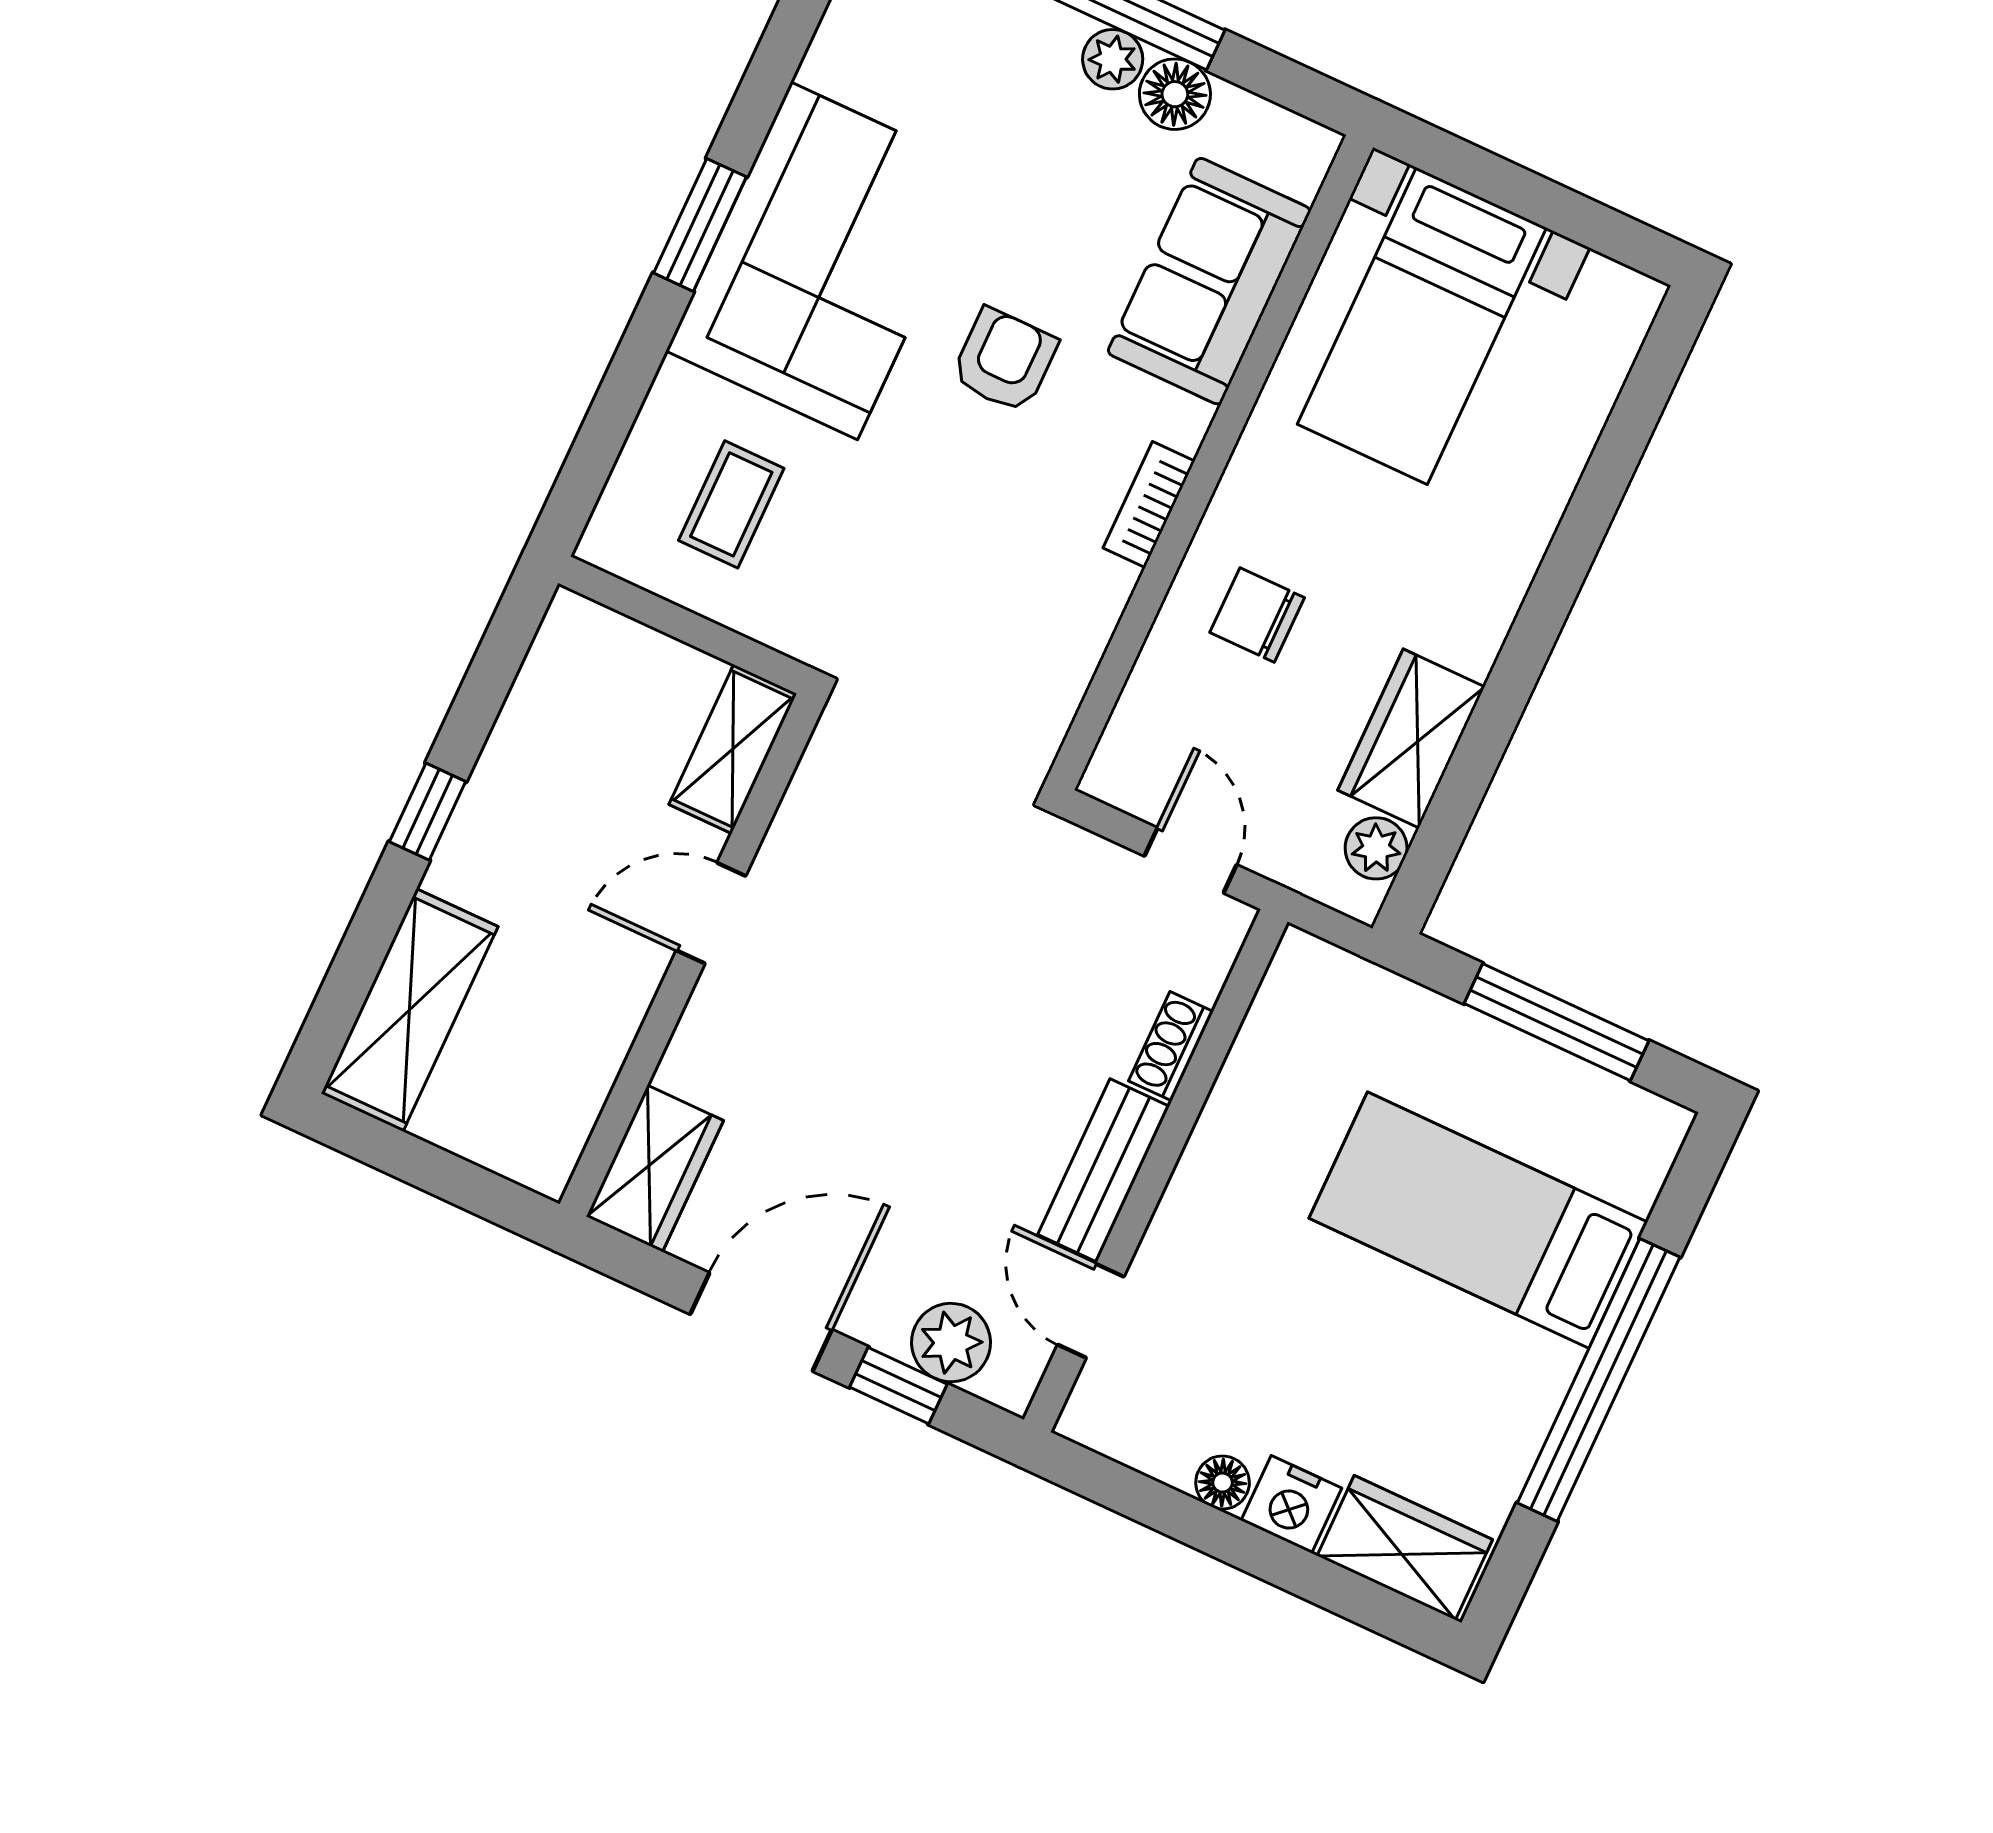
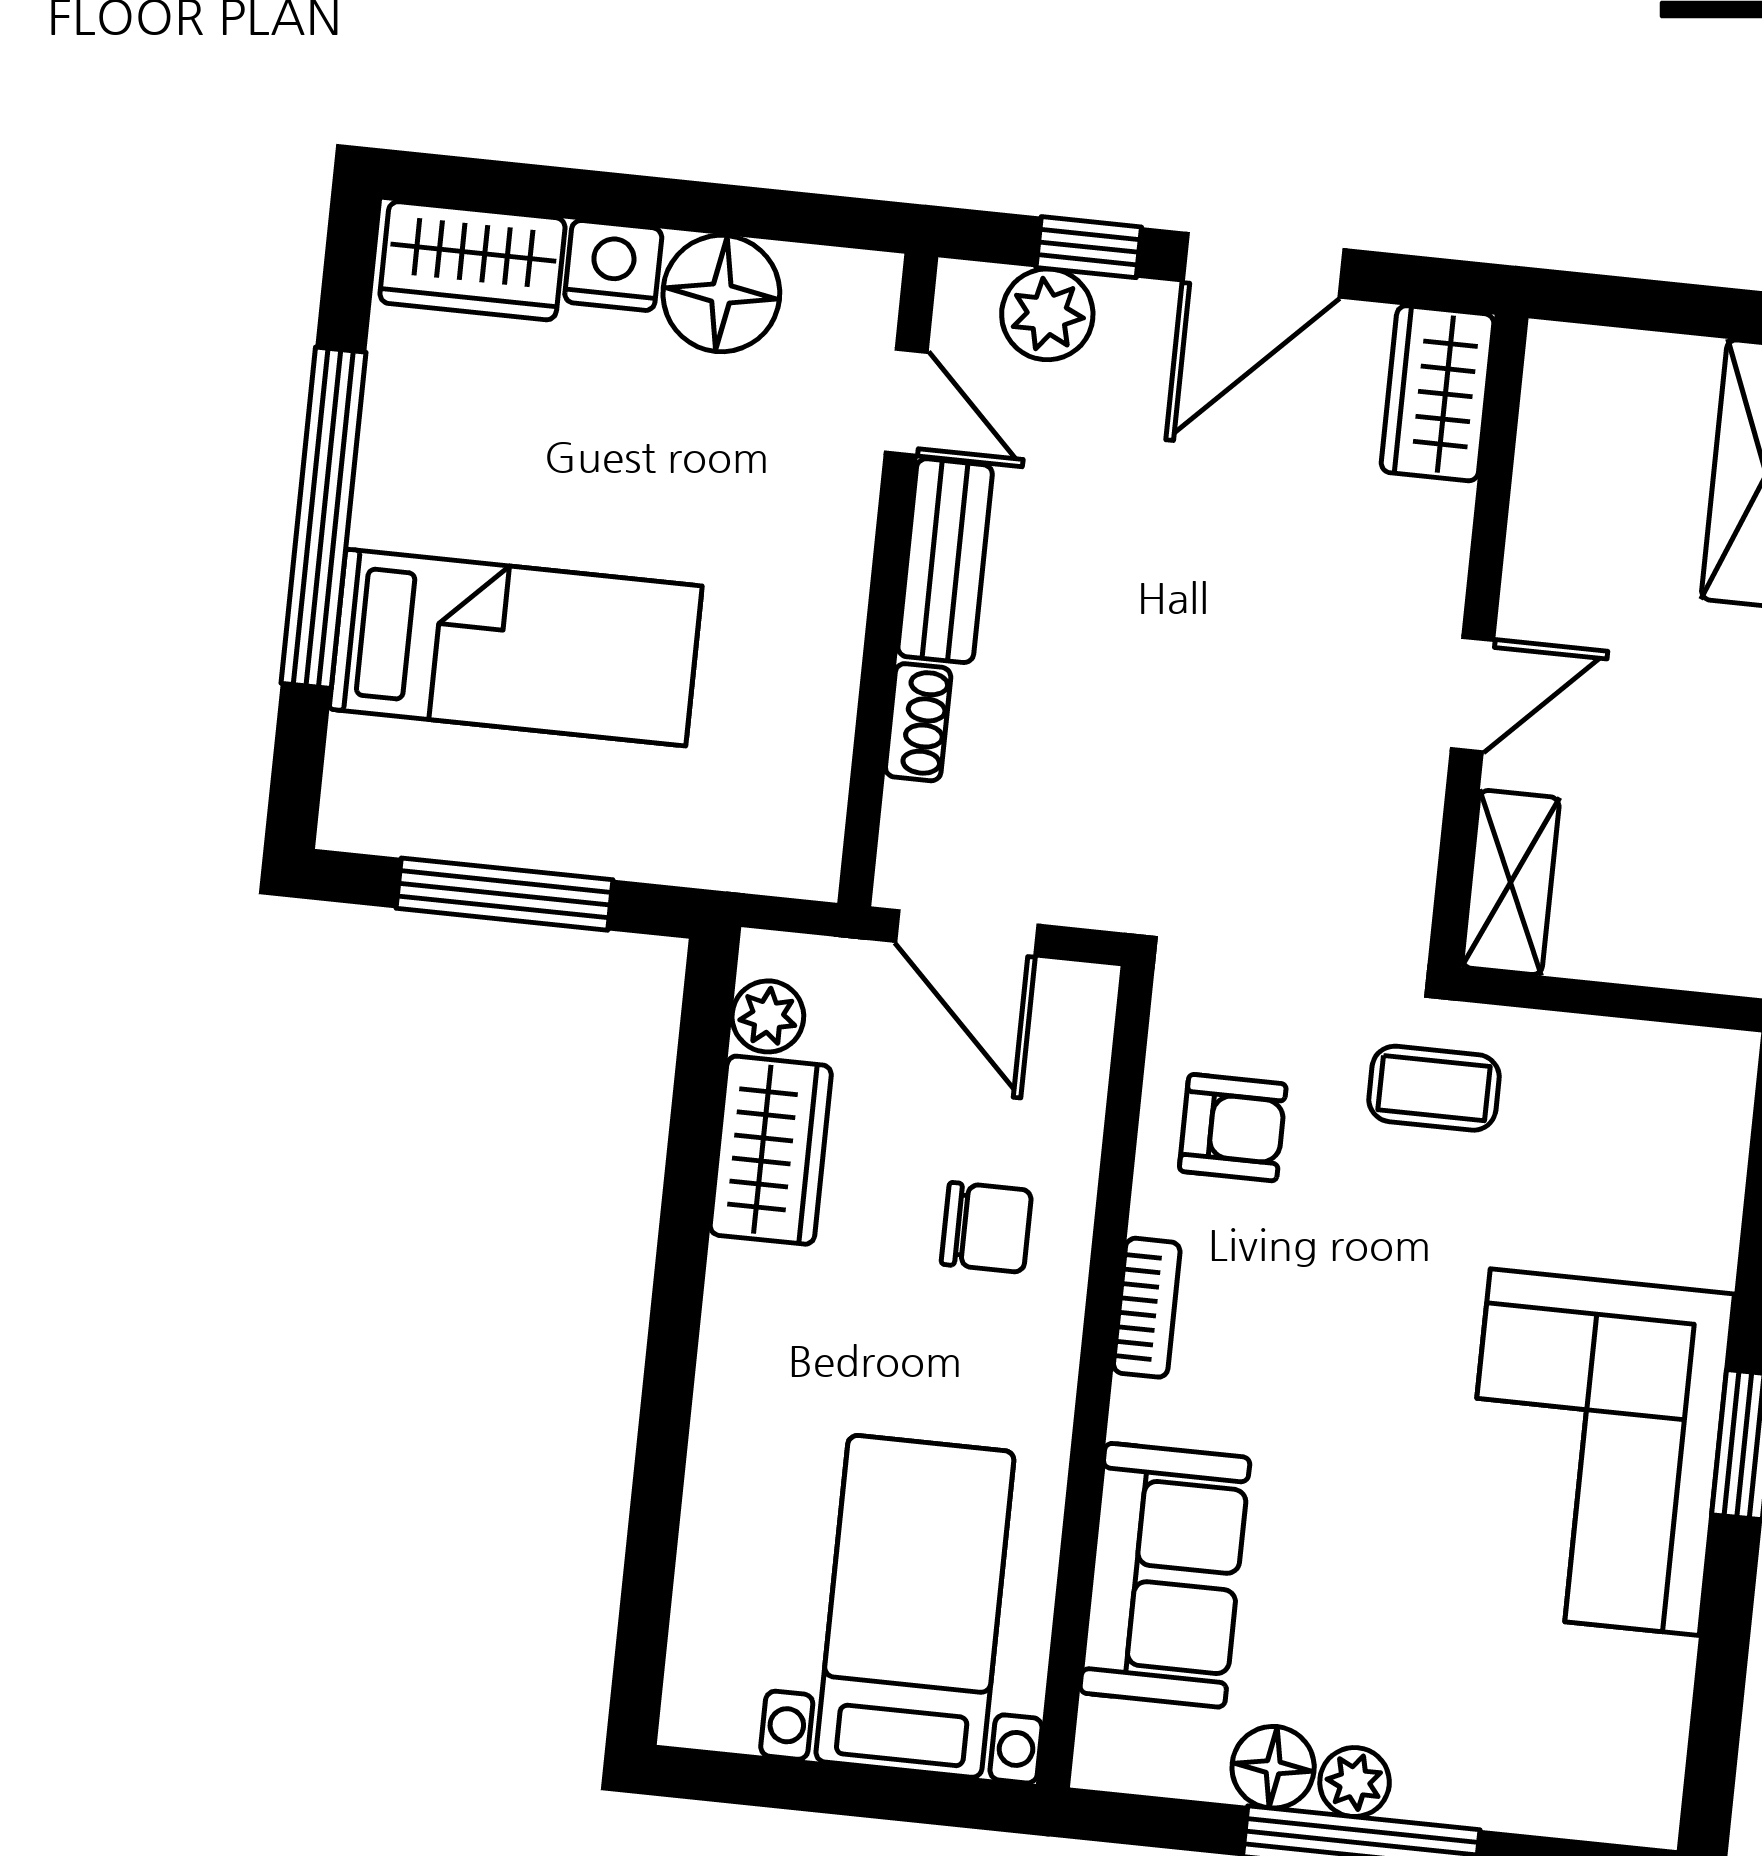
armchair: (1004, 360) -> (1233, 1128), moved, turned -90
coffee table: (731, 504) -> (1434, 1088), moved, turned 90
door: (1191, 860) -> (967, 933), width x1.38
floor lamp: (1223, 1483) -> (721, 293), width x1.89, depth x1.89

